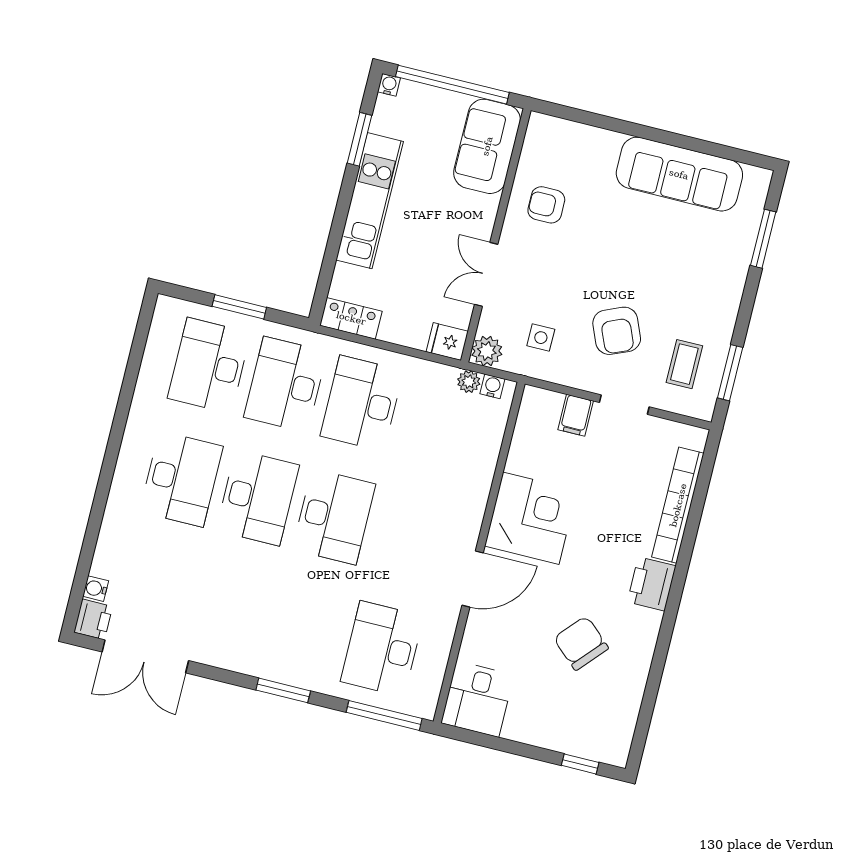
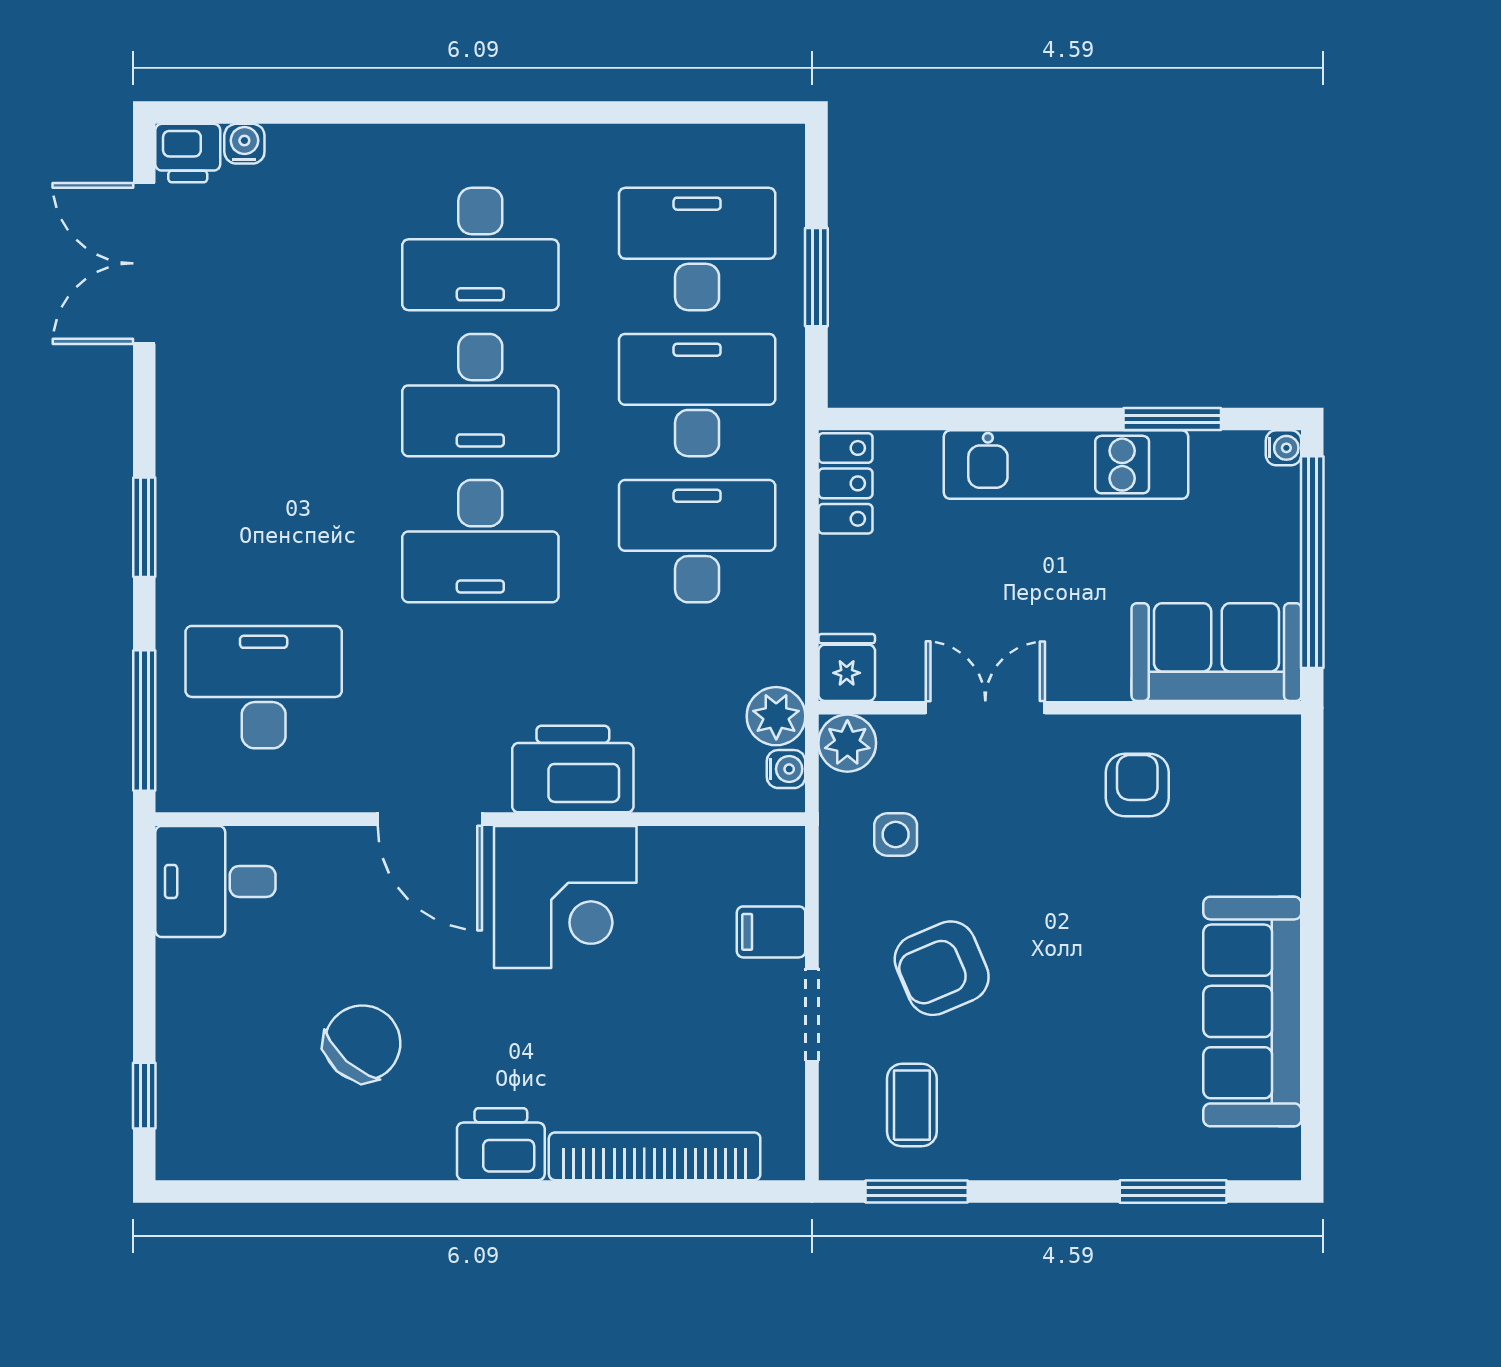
coffee table: (684, 364) -> (912, 1105), turned 90
plant: (469, 382) -> (776, 716), width x1.38, depth x1.38
printer: (465, 498) -> (573, 769), added

